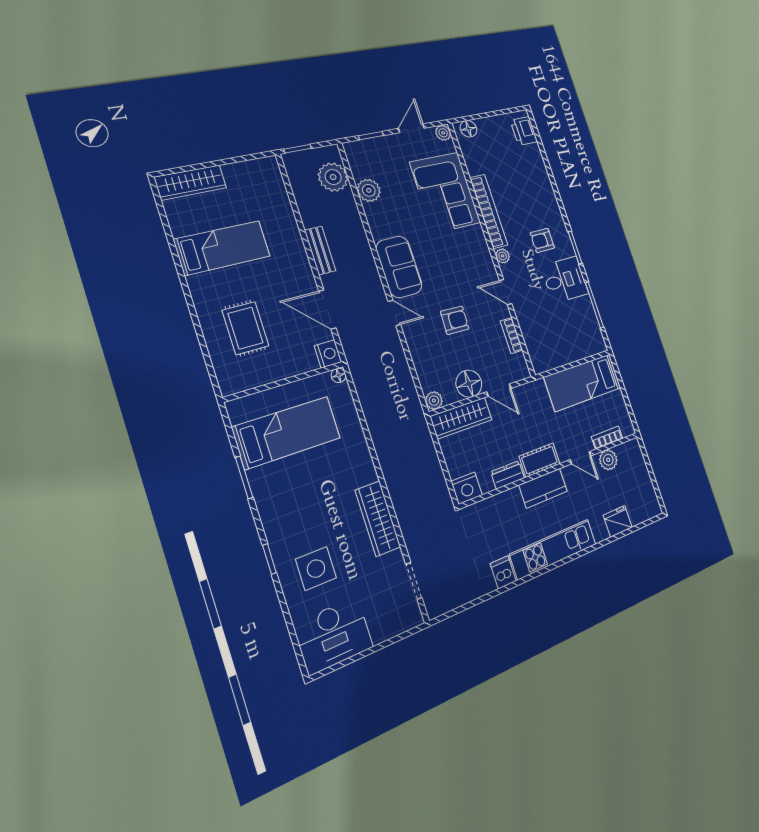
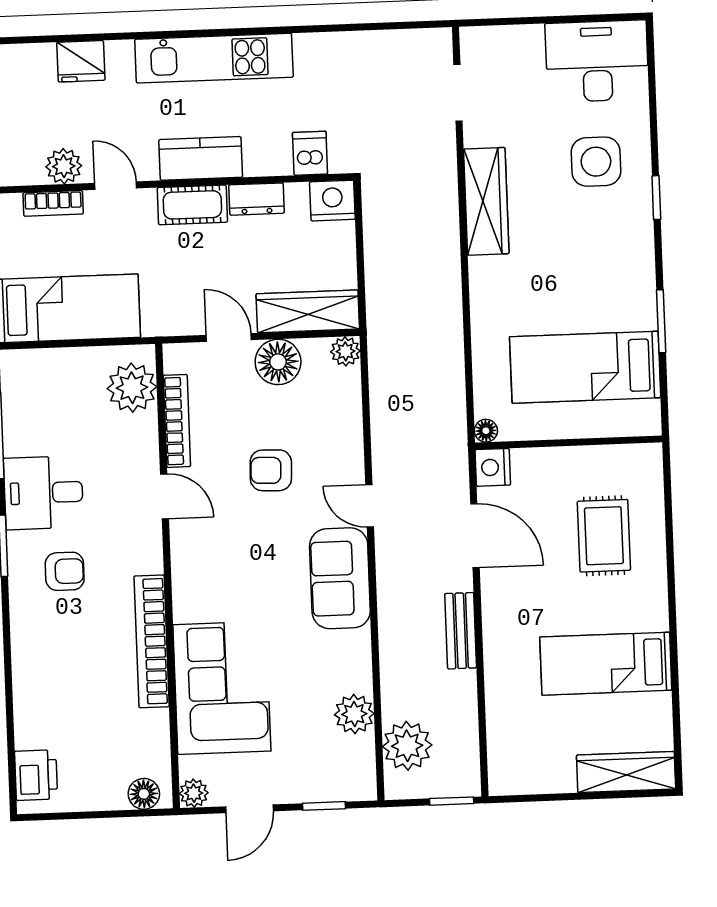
plant: (503, 256) -> (132, 388), moved, width x1.88, depth x1.88
bookcase: (512, 336) -> (177, 421), width x1.56
dishwasher: (503, 572) -> (310, 153), moved, turned 180

